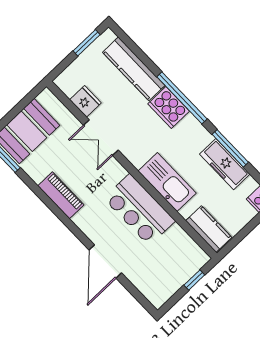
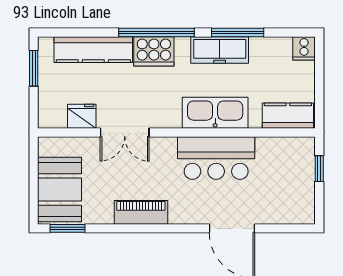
freezer: (225, 164) -> (220, 50), moved

